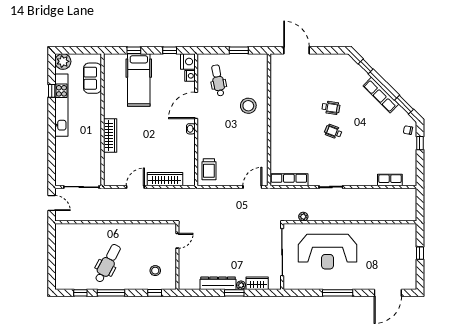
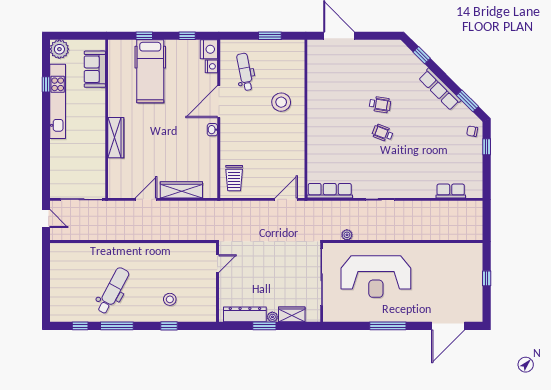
door: (177, 241) -> (217, 264), moved
wall: (177, 256) -> (217, 282), moved

